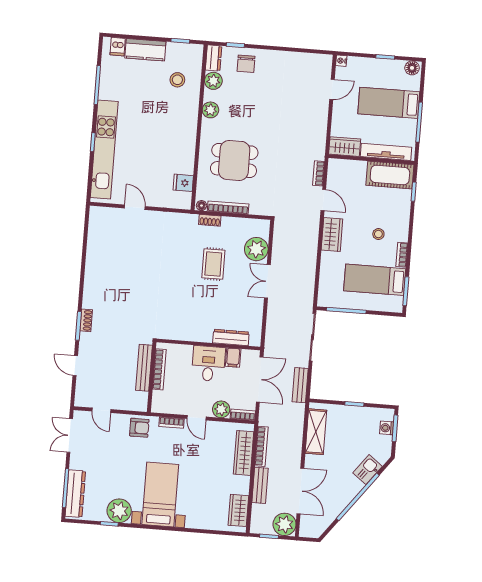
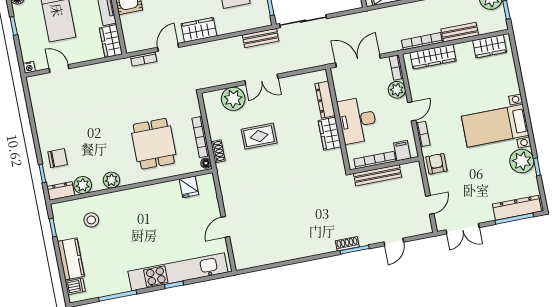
wardrobe: (197, 333) -> (330, 134), added
filing cabinet: (233, 358) -> (402, 151), moved, turned -90
desk: (208, 364) -> (357, 120), width x1.37
bench: (300, 385) -> (261, 38), moved

